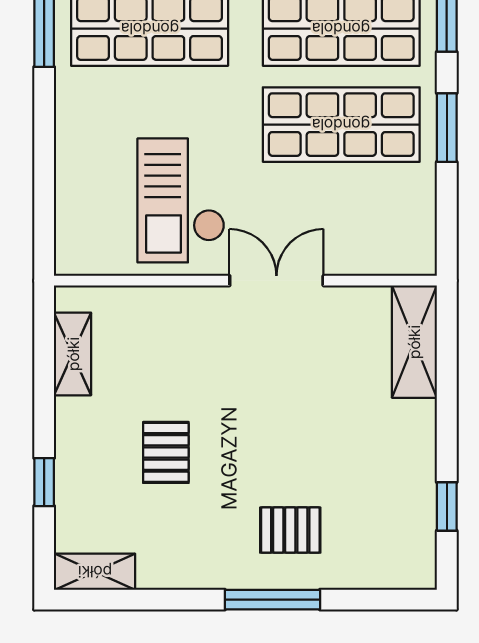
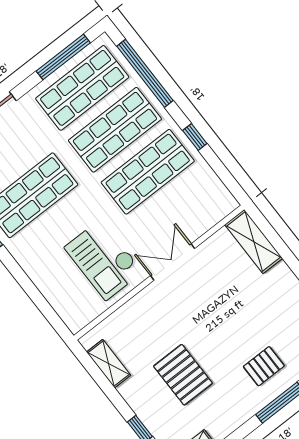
window: (447, 128) -> (195, 137), width x0.67
pallet: (166, 452) -> (183, 375), width x1.50, depth x1.42

